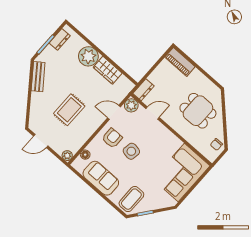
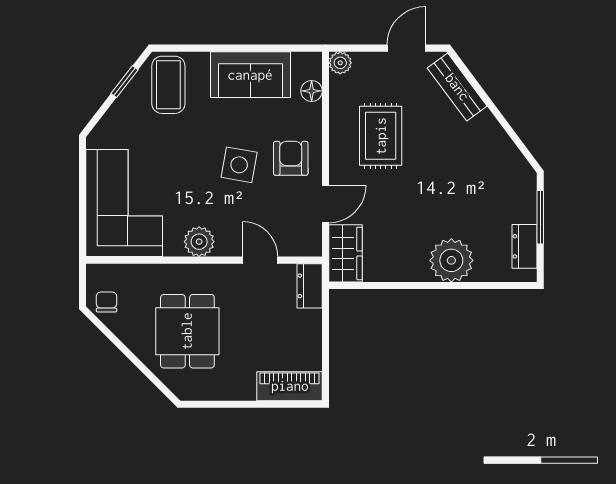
wardrobe: (108, 70) -> (346, 253), moved, turned 90
bench: (38, 77) -> (457, 87), moved
plant: (131, 105) -> (199, 242), moved
rug: (69, 110) -> (381, 136), moved
dining table: (198, 111) -> (187, 331), turned 90
door: (152, 113) -> (260, 260), swing flipped
armchair: (112, 138) -> (291, 158), turned 180

